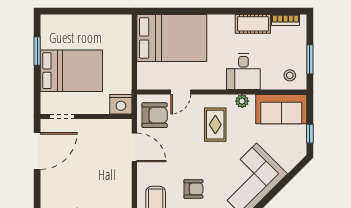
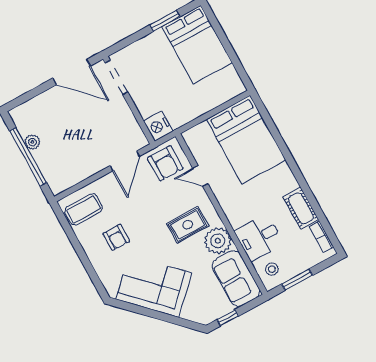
bed: (71, 71) -> (197, 45), moved
desk: (243, 72) -> (259, 237), moved
plant: (242, 101) -> (218, 241), width x1.87, depth x1.87
doorway: (62, 116) -> (117, 78), width x1.38

